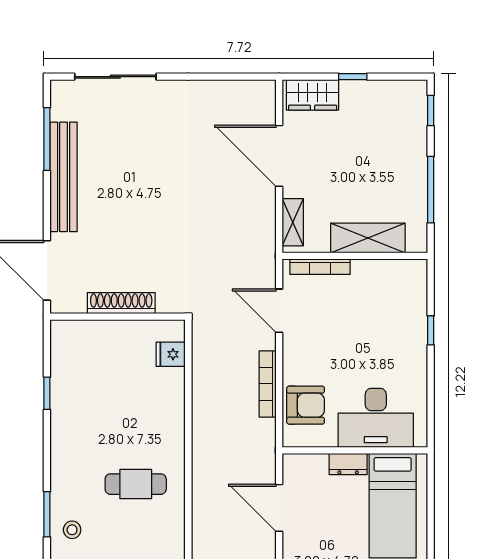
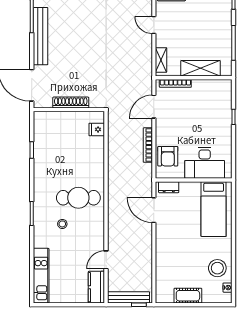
door: (279, 156) -> (154, 25), width x0.53
door: (279, 311) -> (154, 107), hinge flipped
armchair: (306, 405) -> (168, 156), turned 90
dresser: (348, 464) -> (169, 187), moved
cafe table: (136, 484) -> (78, 198), width x1.37, depth x1.35
stool: (72, 530) -> (62, 224), moved

